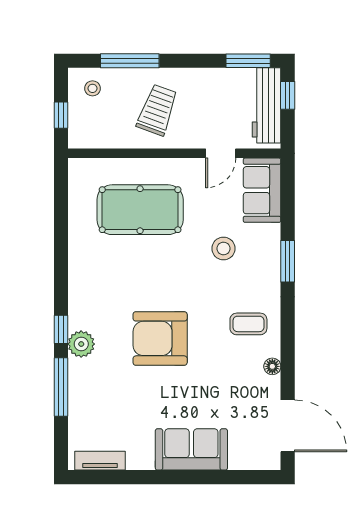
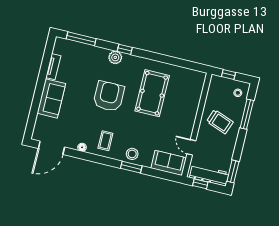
window: (288, 95) -> (200, 184), moved
pool table: (140, 210) -> (152, 93), moved
stool: (223, 249) -> (132, 154), moved
window: (61, 387) -> (81, 39), moved
tv unit: (100, 461) -> (53, 67), moved

